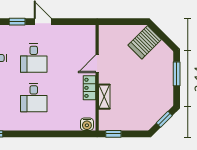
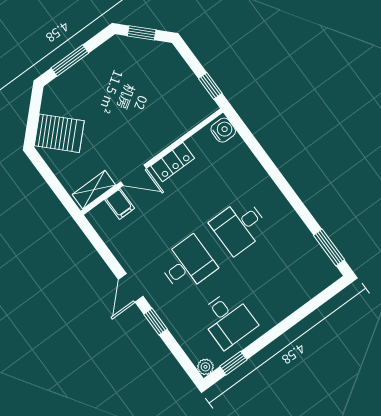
filing cabinet: (88, 47) -> (120, 204), added
shelving: (104, 97) -> (94, 190), moved
desk: (34, 98) -> (240, 226), turned 180

